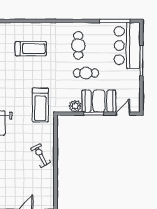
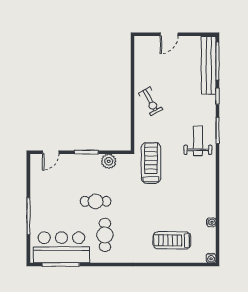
bar counter: (127, 45) -> (61, 247), moved, turned -90
treadmill: (31, 49) -> (172, 240), moved
booth: (99, 101) -> (80, 167), removed

